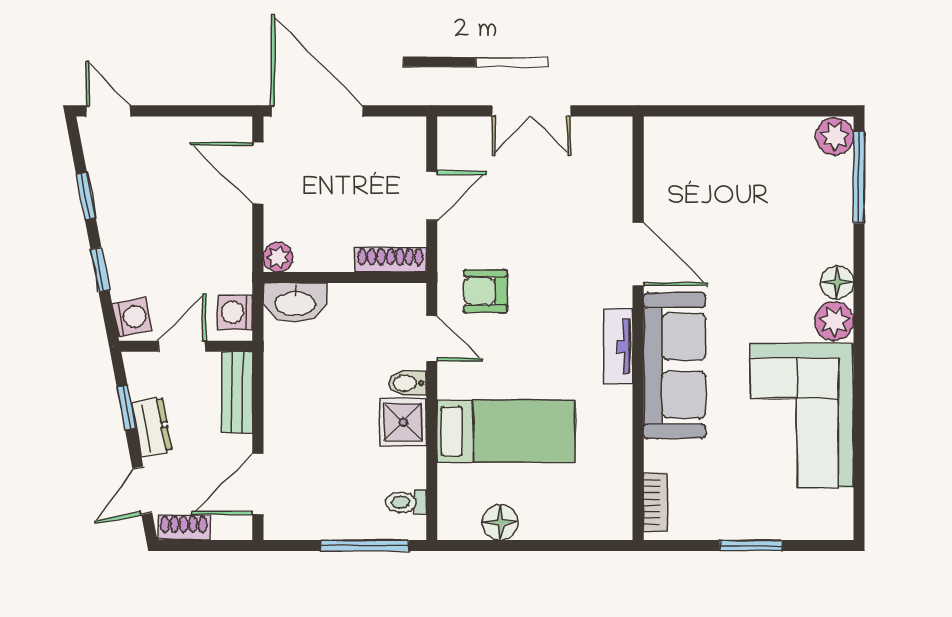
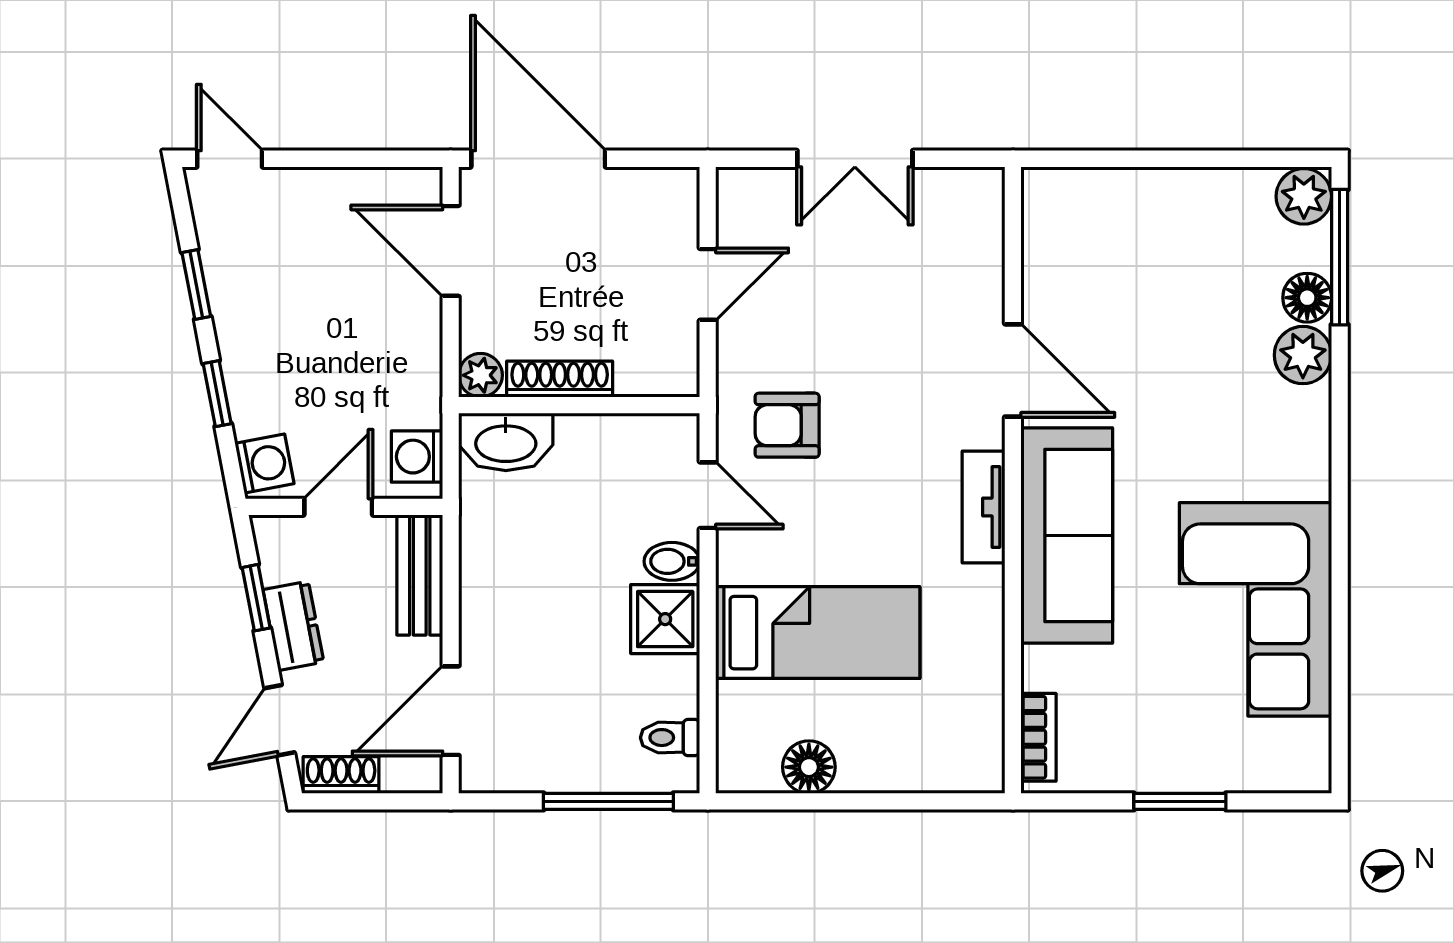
shoe rack: (390, 260) -> (560, 379), moved
floor lamp: (837, 282) -> (1307, 298), moved
plant: (834, 321) -> (1303, 355), moved

